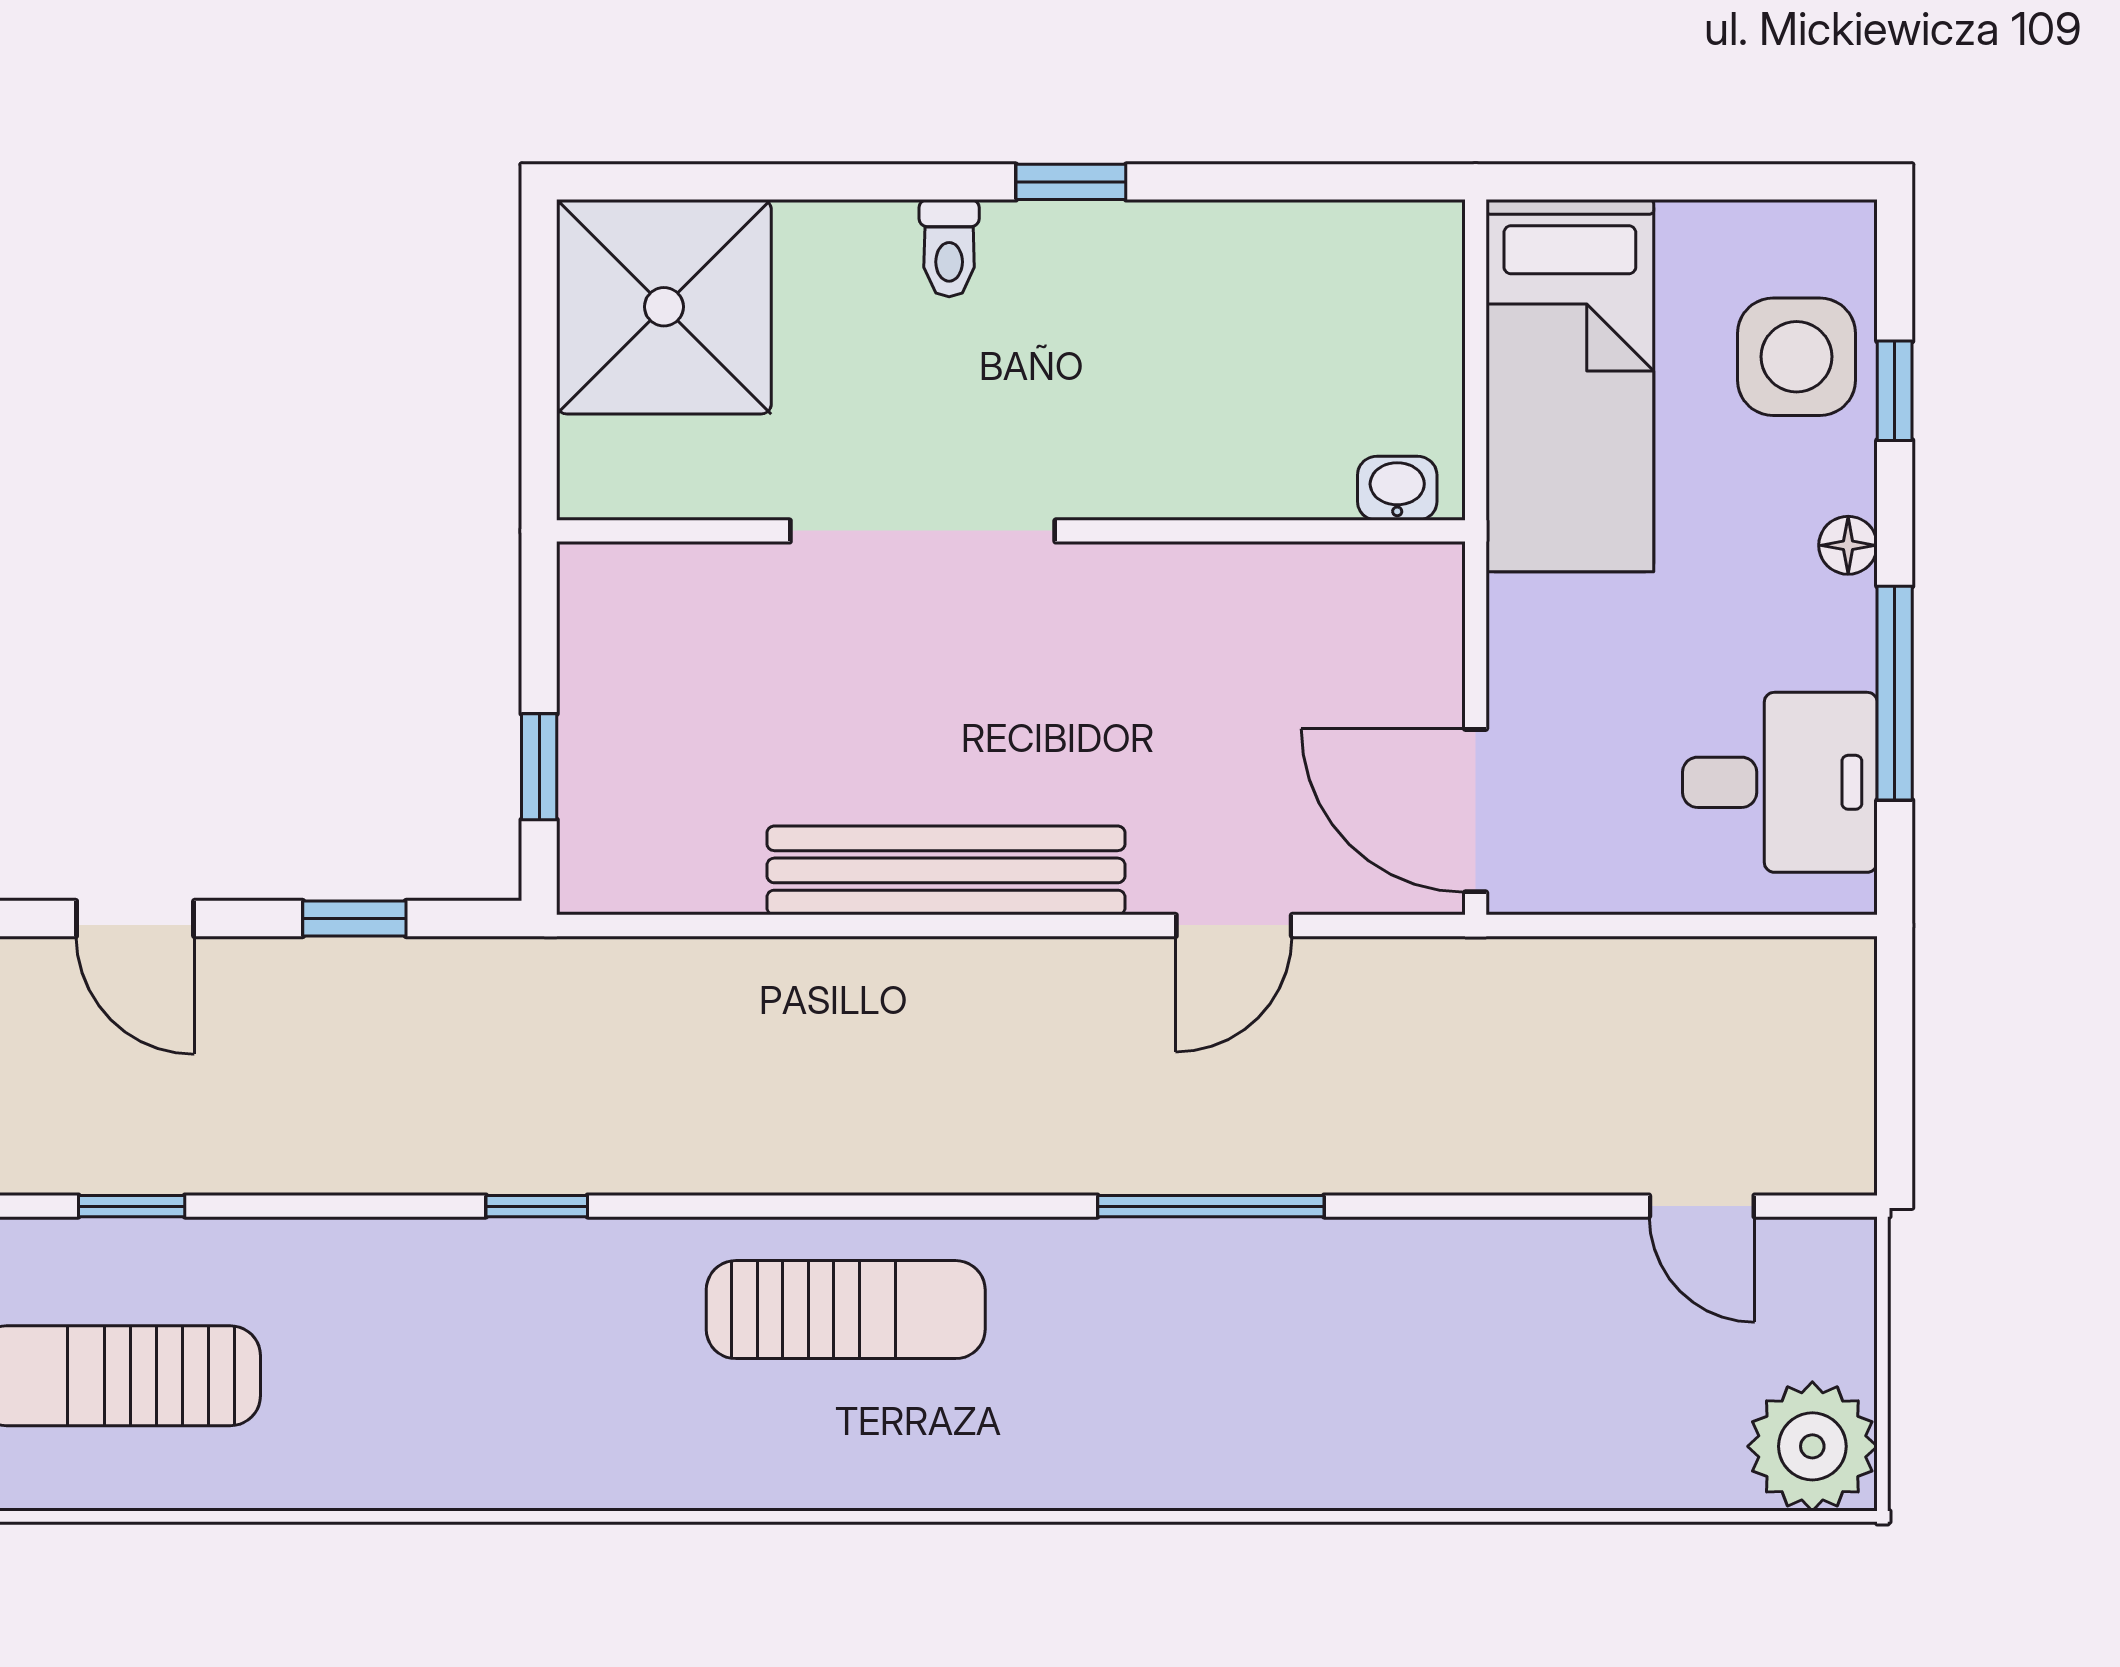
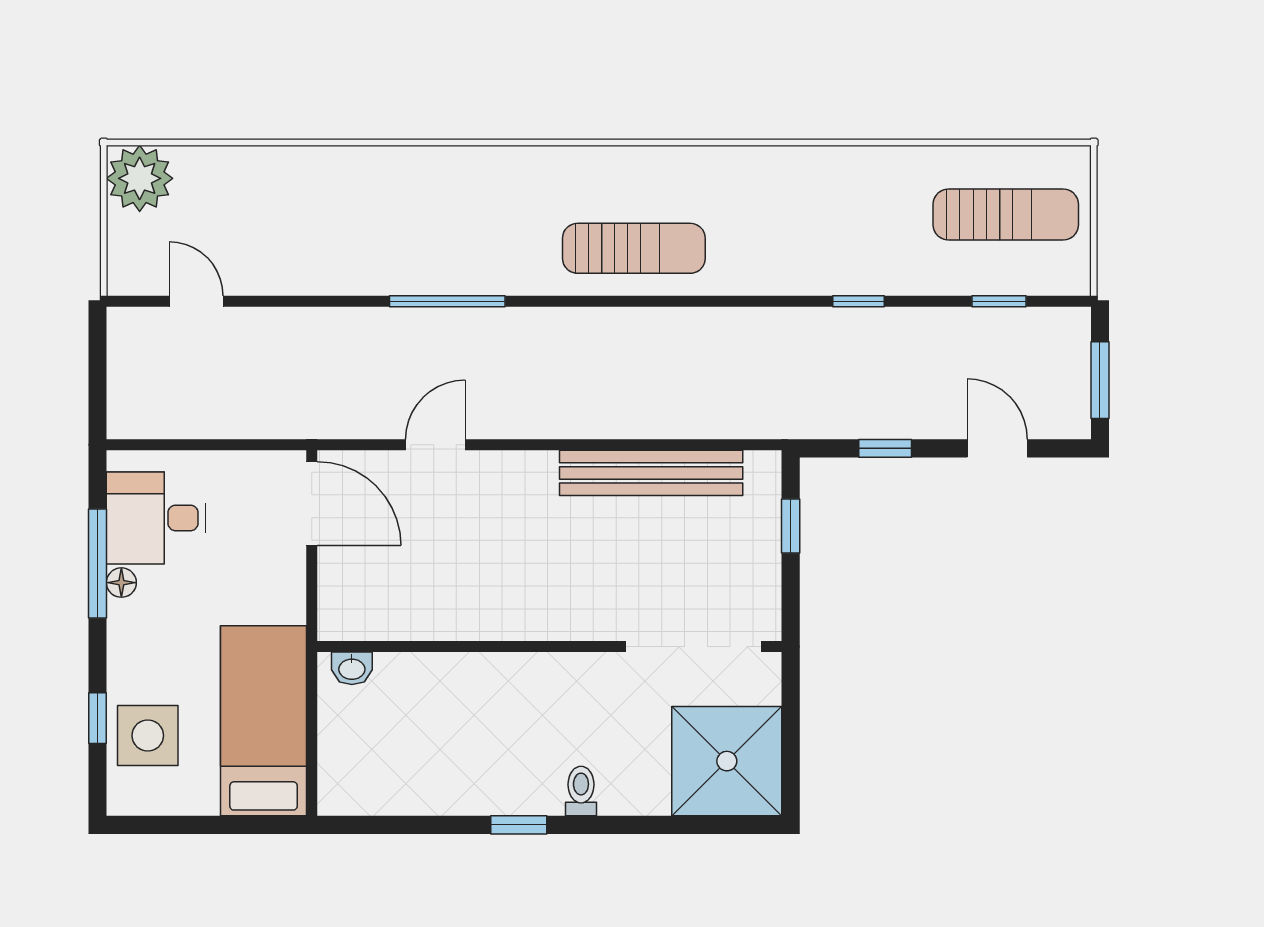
doorway: (923, 531) -> (694, 646), moved
floor lamp: (1848, 545) -> (121, 583), moved
bench: (946, 870) -> (651, 473), moved
window: (537, 1206) -> (858, 301), moved
sun lounger: (846, 1310) -> (634, 248), turned 180

